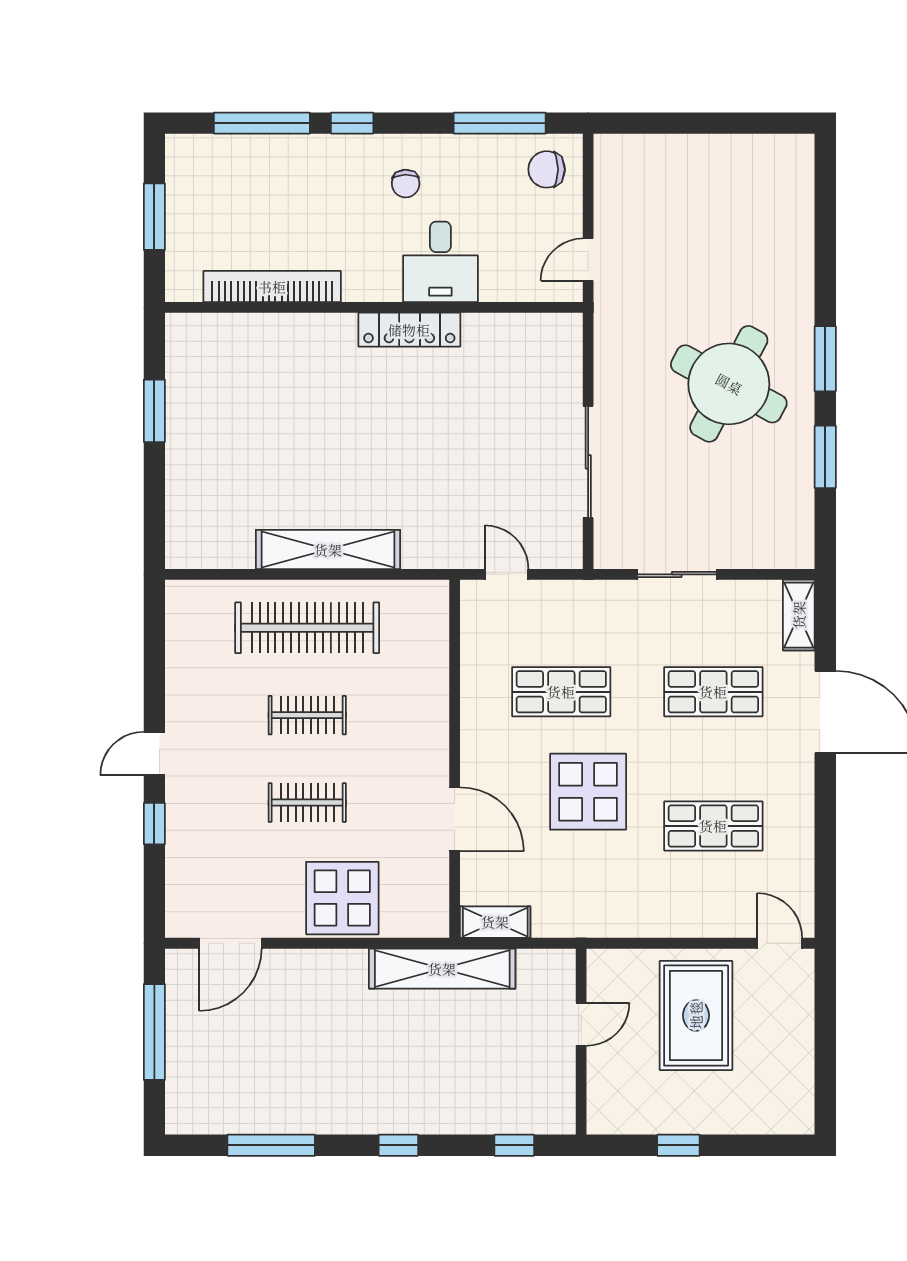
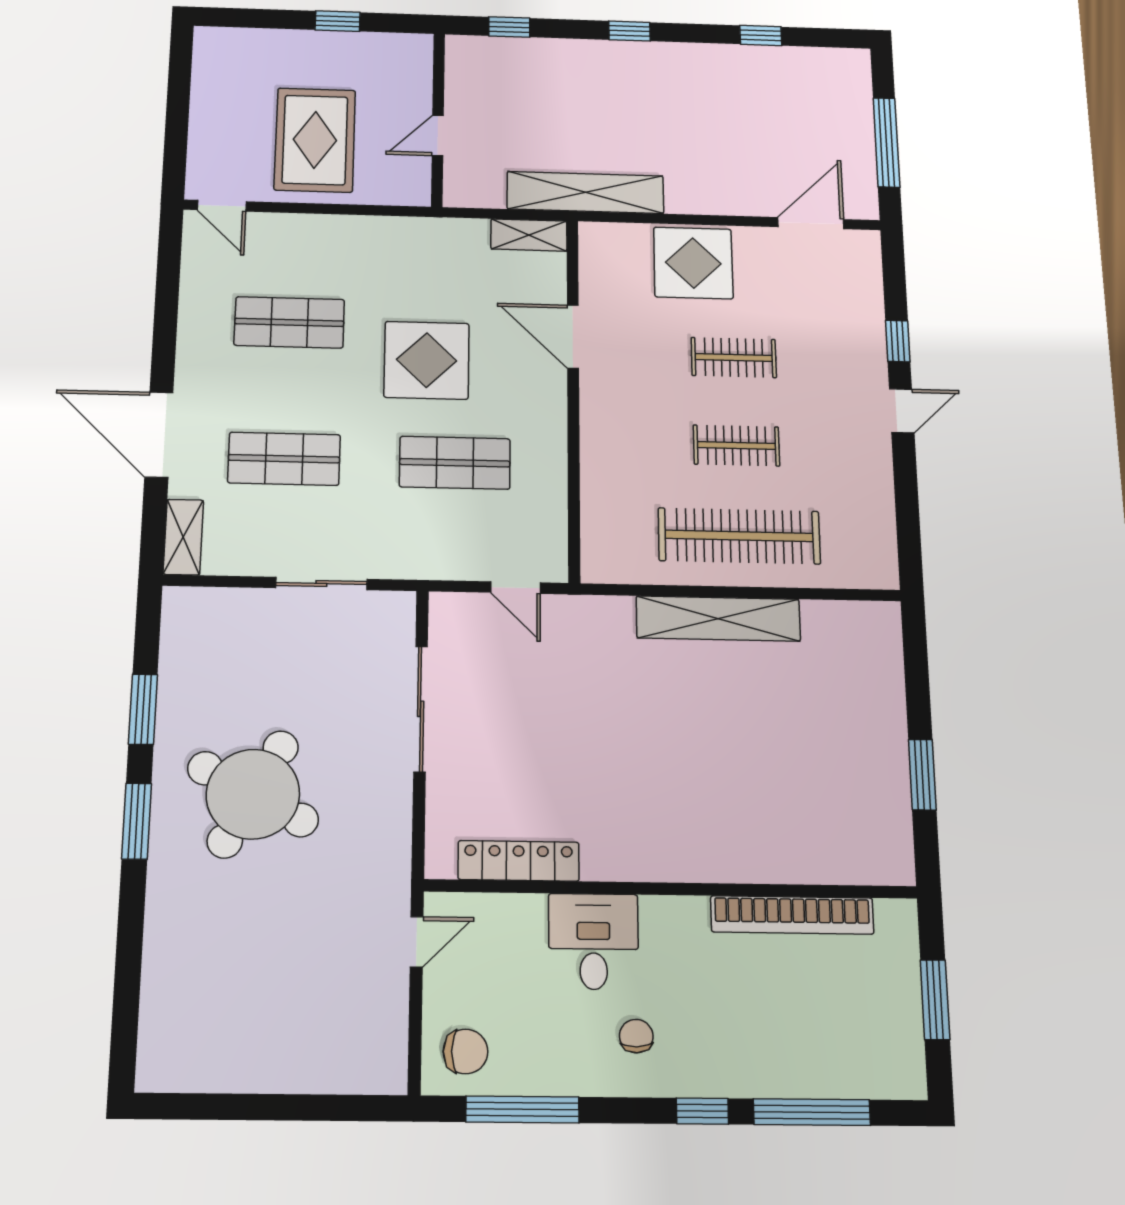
locker: (409, 330) -> (519, 861), moved
window: (271, 1145) -> (761, 35), width x0.46

